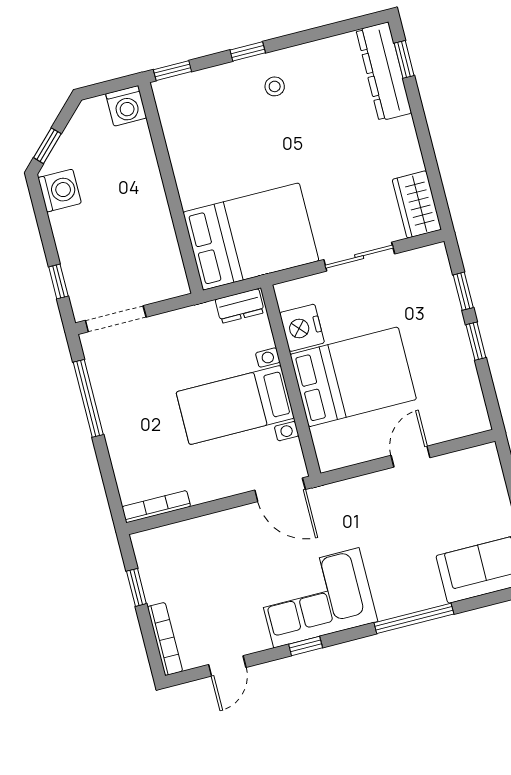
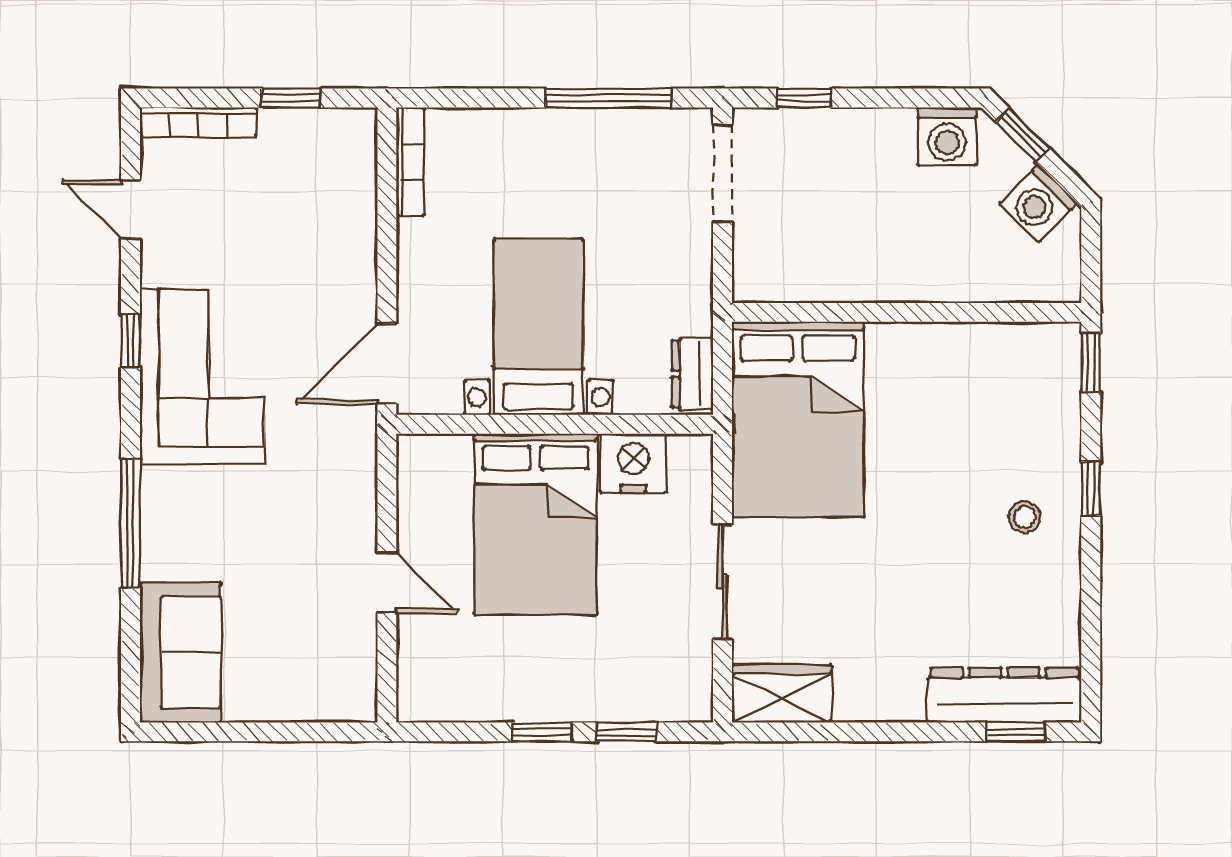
washing machine: (126, 106) -> (1038, 203), moved, turned -45

